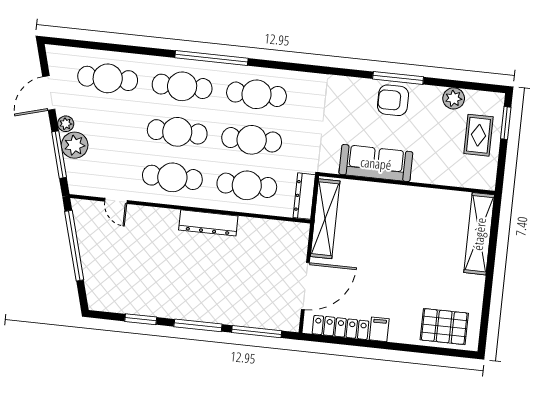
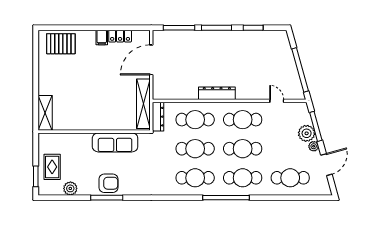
shelving: (479, 234) -> (45, 113), width x0.68
locker: (341, 327) -> (120, 36), width x0.66

